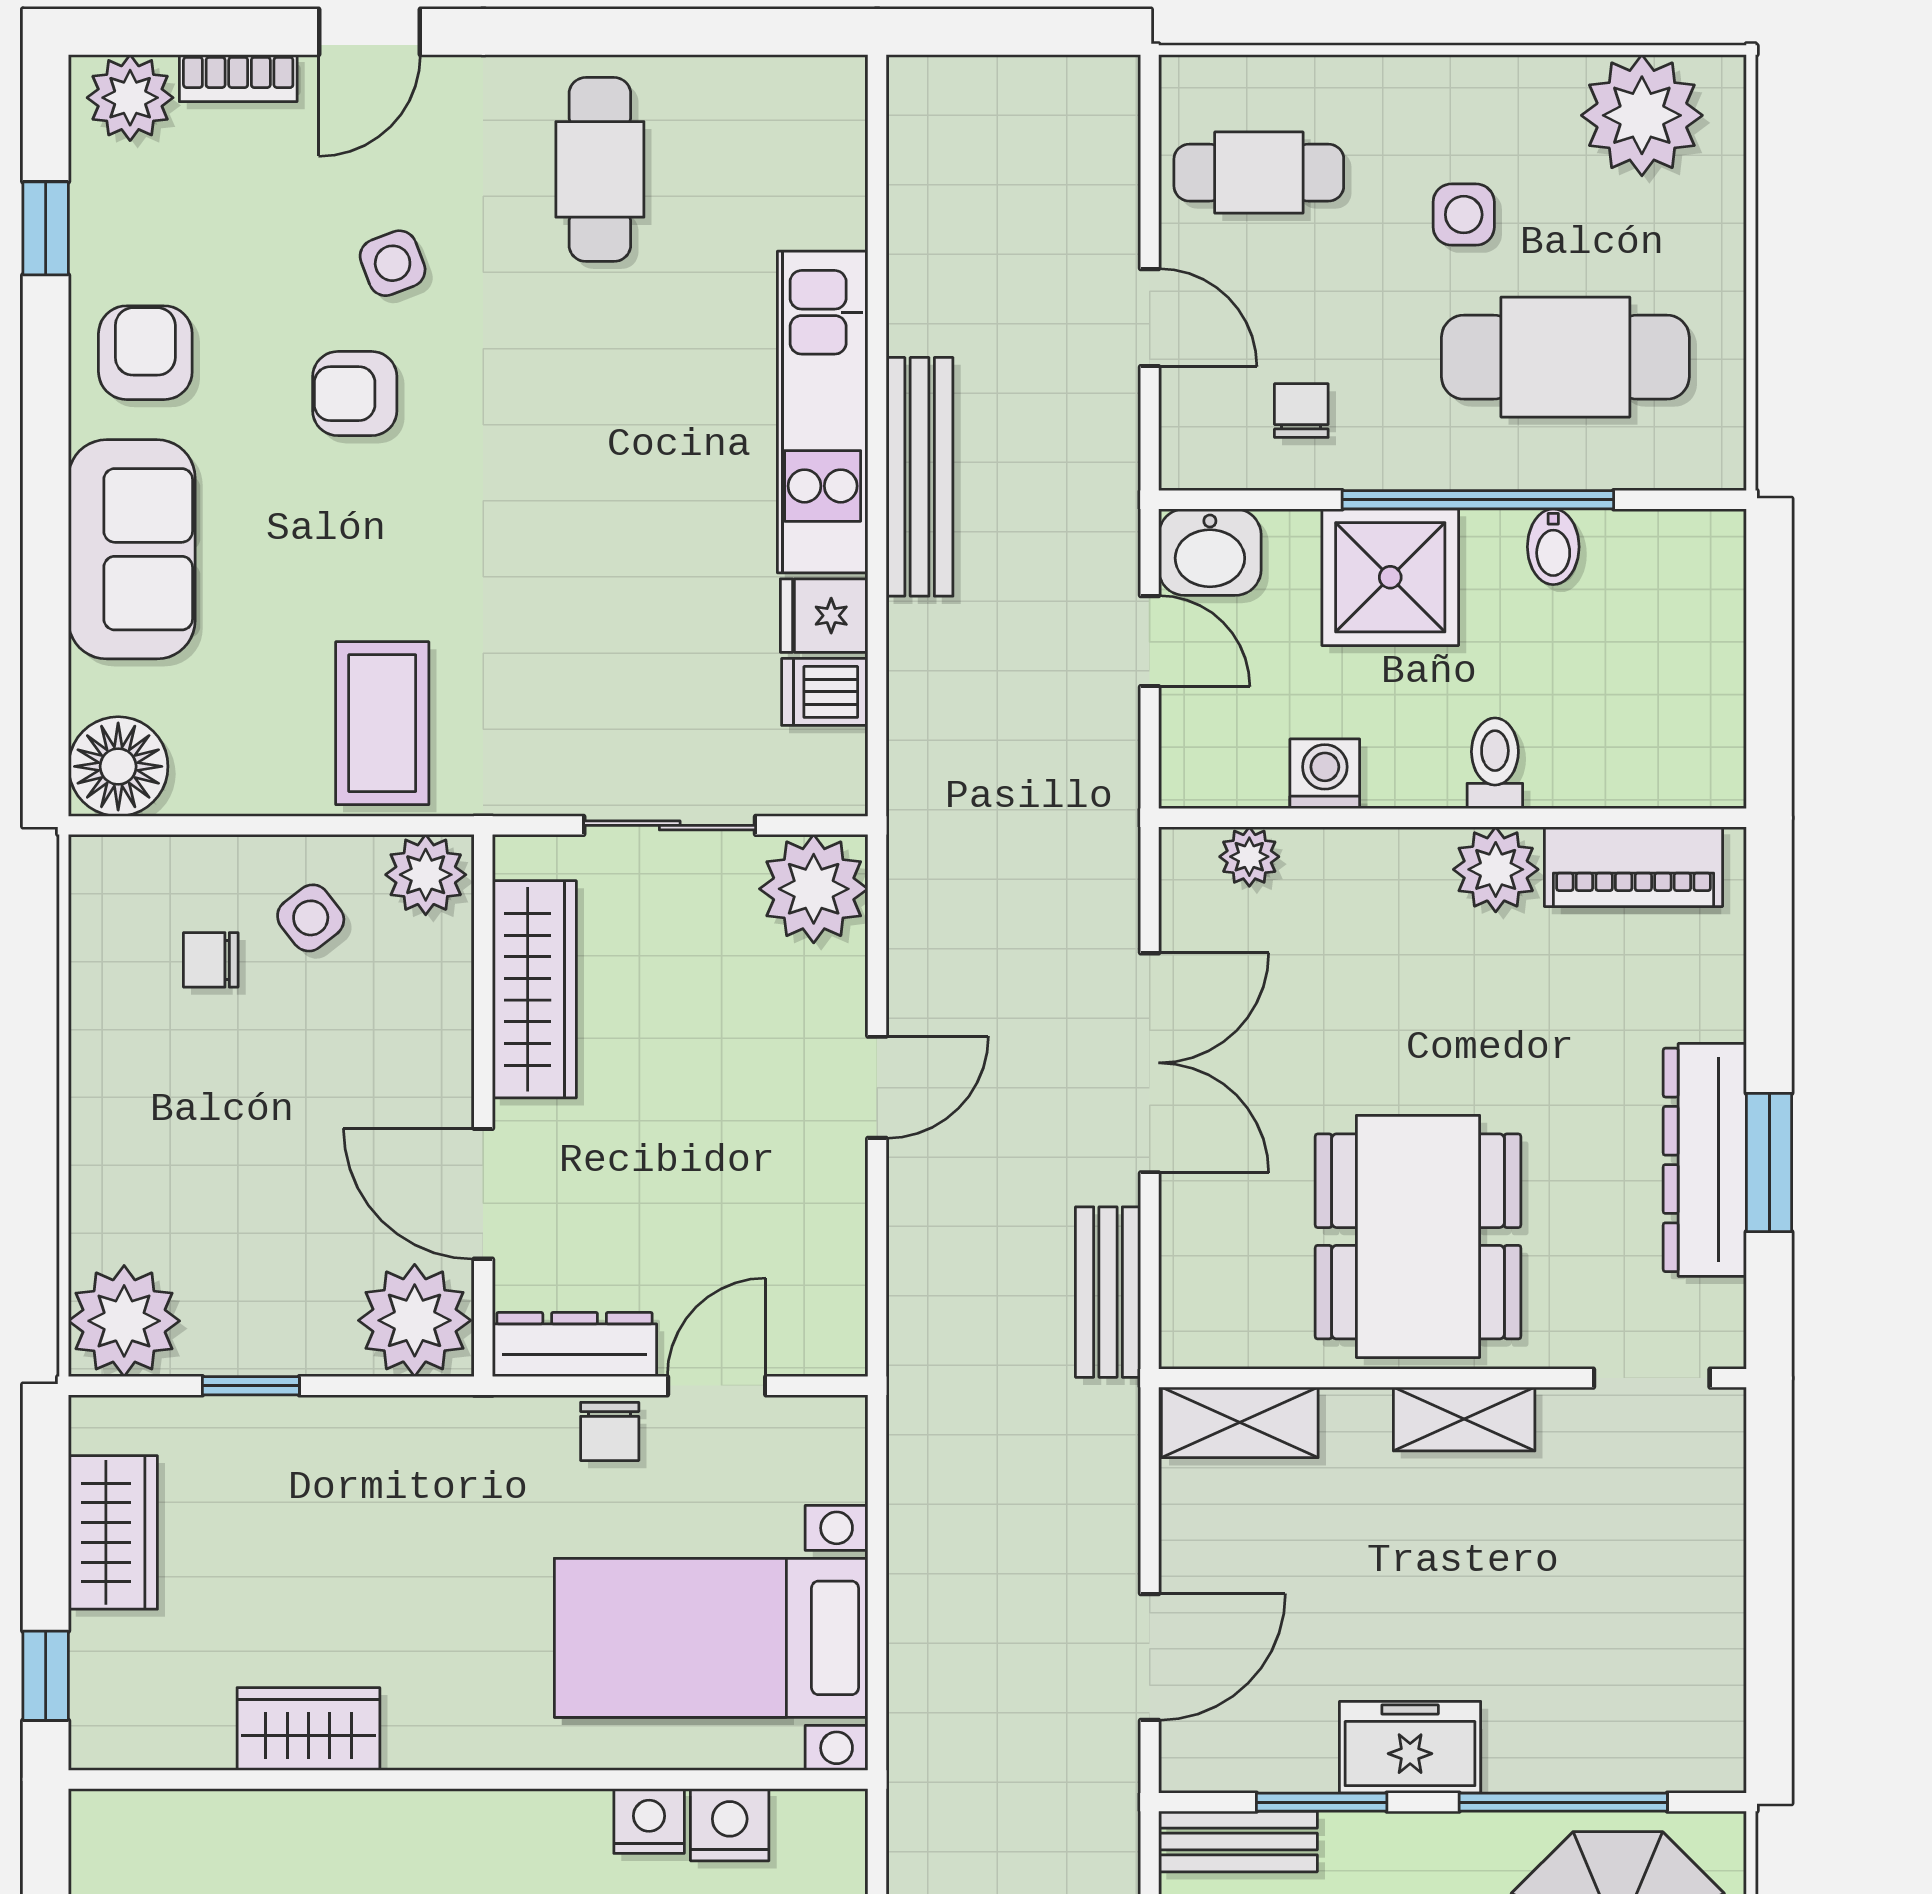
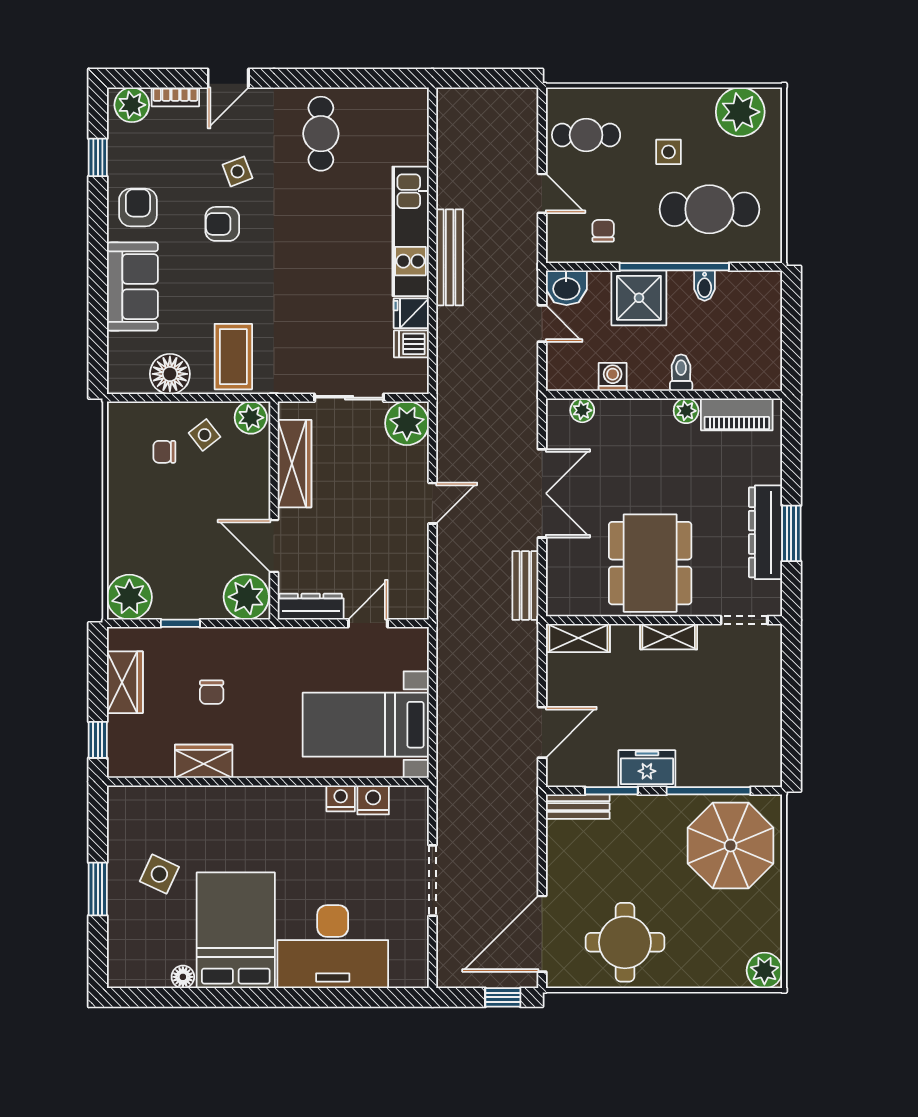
floor lamp: (118, 766) -> (170, 374), moved
plant: (1496, 869) -> (686, 411), width x0.73, depth x0.73
chair: (610, 1431) -> (212, 692), moved

